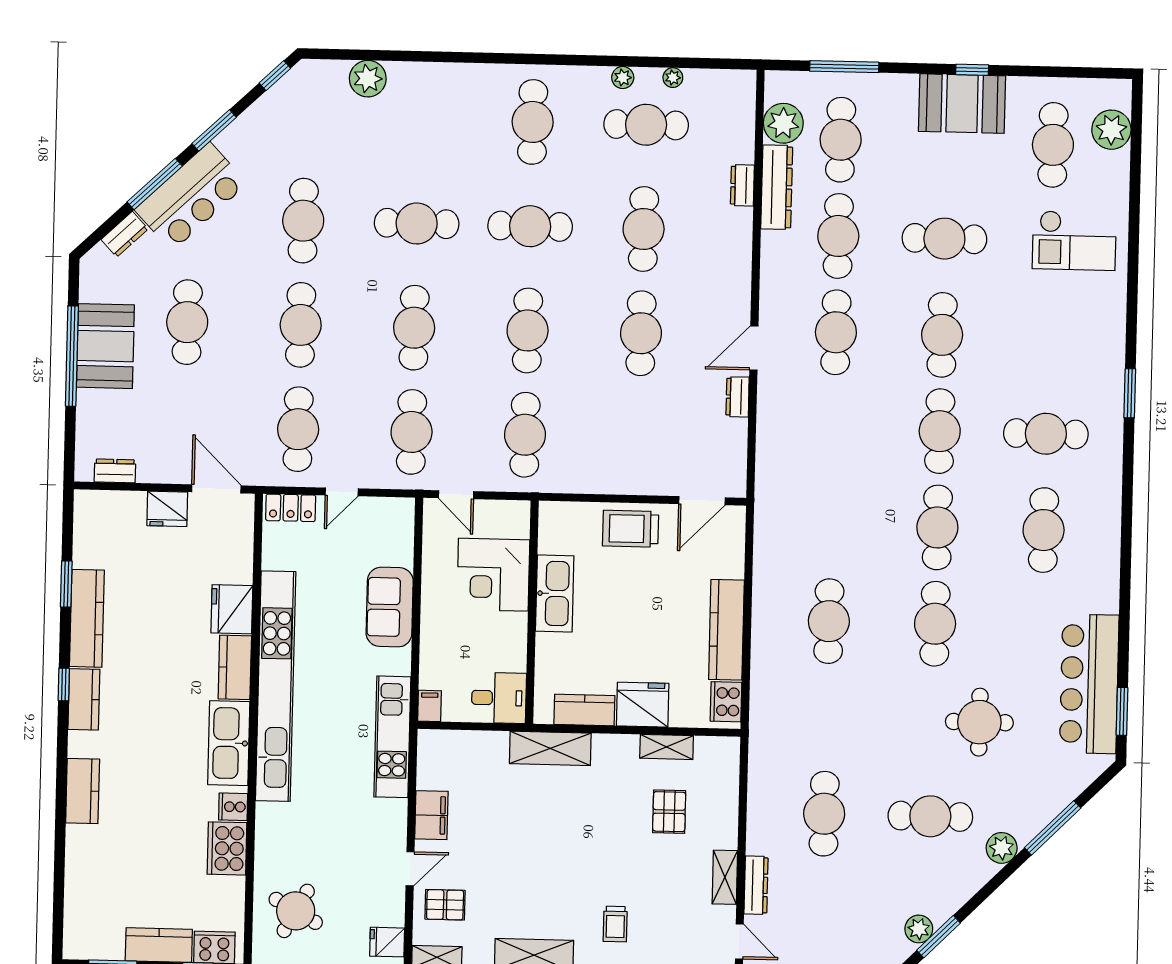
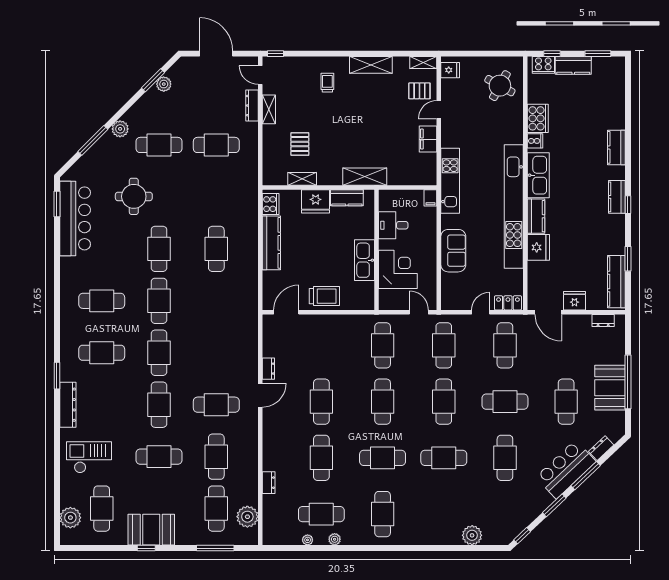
dresser: (777, 187) -> (68, 405), moved, turned 180
cafe table: (301, 325) -> (505, 402), turned 90
cafe table: (836, 332) -> (216, 405), turned 90
cafe table: (1044, 530) -> (102, 301), turned 90
kitchen counter: (87, 618) -> (616, 282), moved
desk: (499, 698) -> (393, 225), moved
cafe table: (824, 814) -> (216, 145), turned 90

